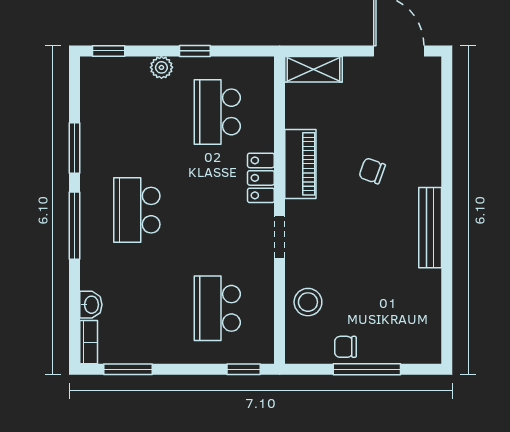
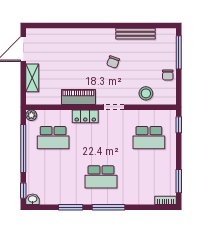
window: (195, 51) -> (23, 149), width x3.17
plant: (161, 67) -> (31, 115), moved
shelving: (314, 69) -> (32, 78), moved
chair: (372, 171) -> (113, 62), moved
bench: (430, 228) -> (135, 34), moved
washbasin: (91, 305) -> (33, 199), moved
window: (367, 369) -> (179, 52), moved

